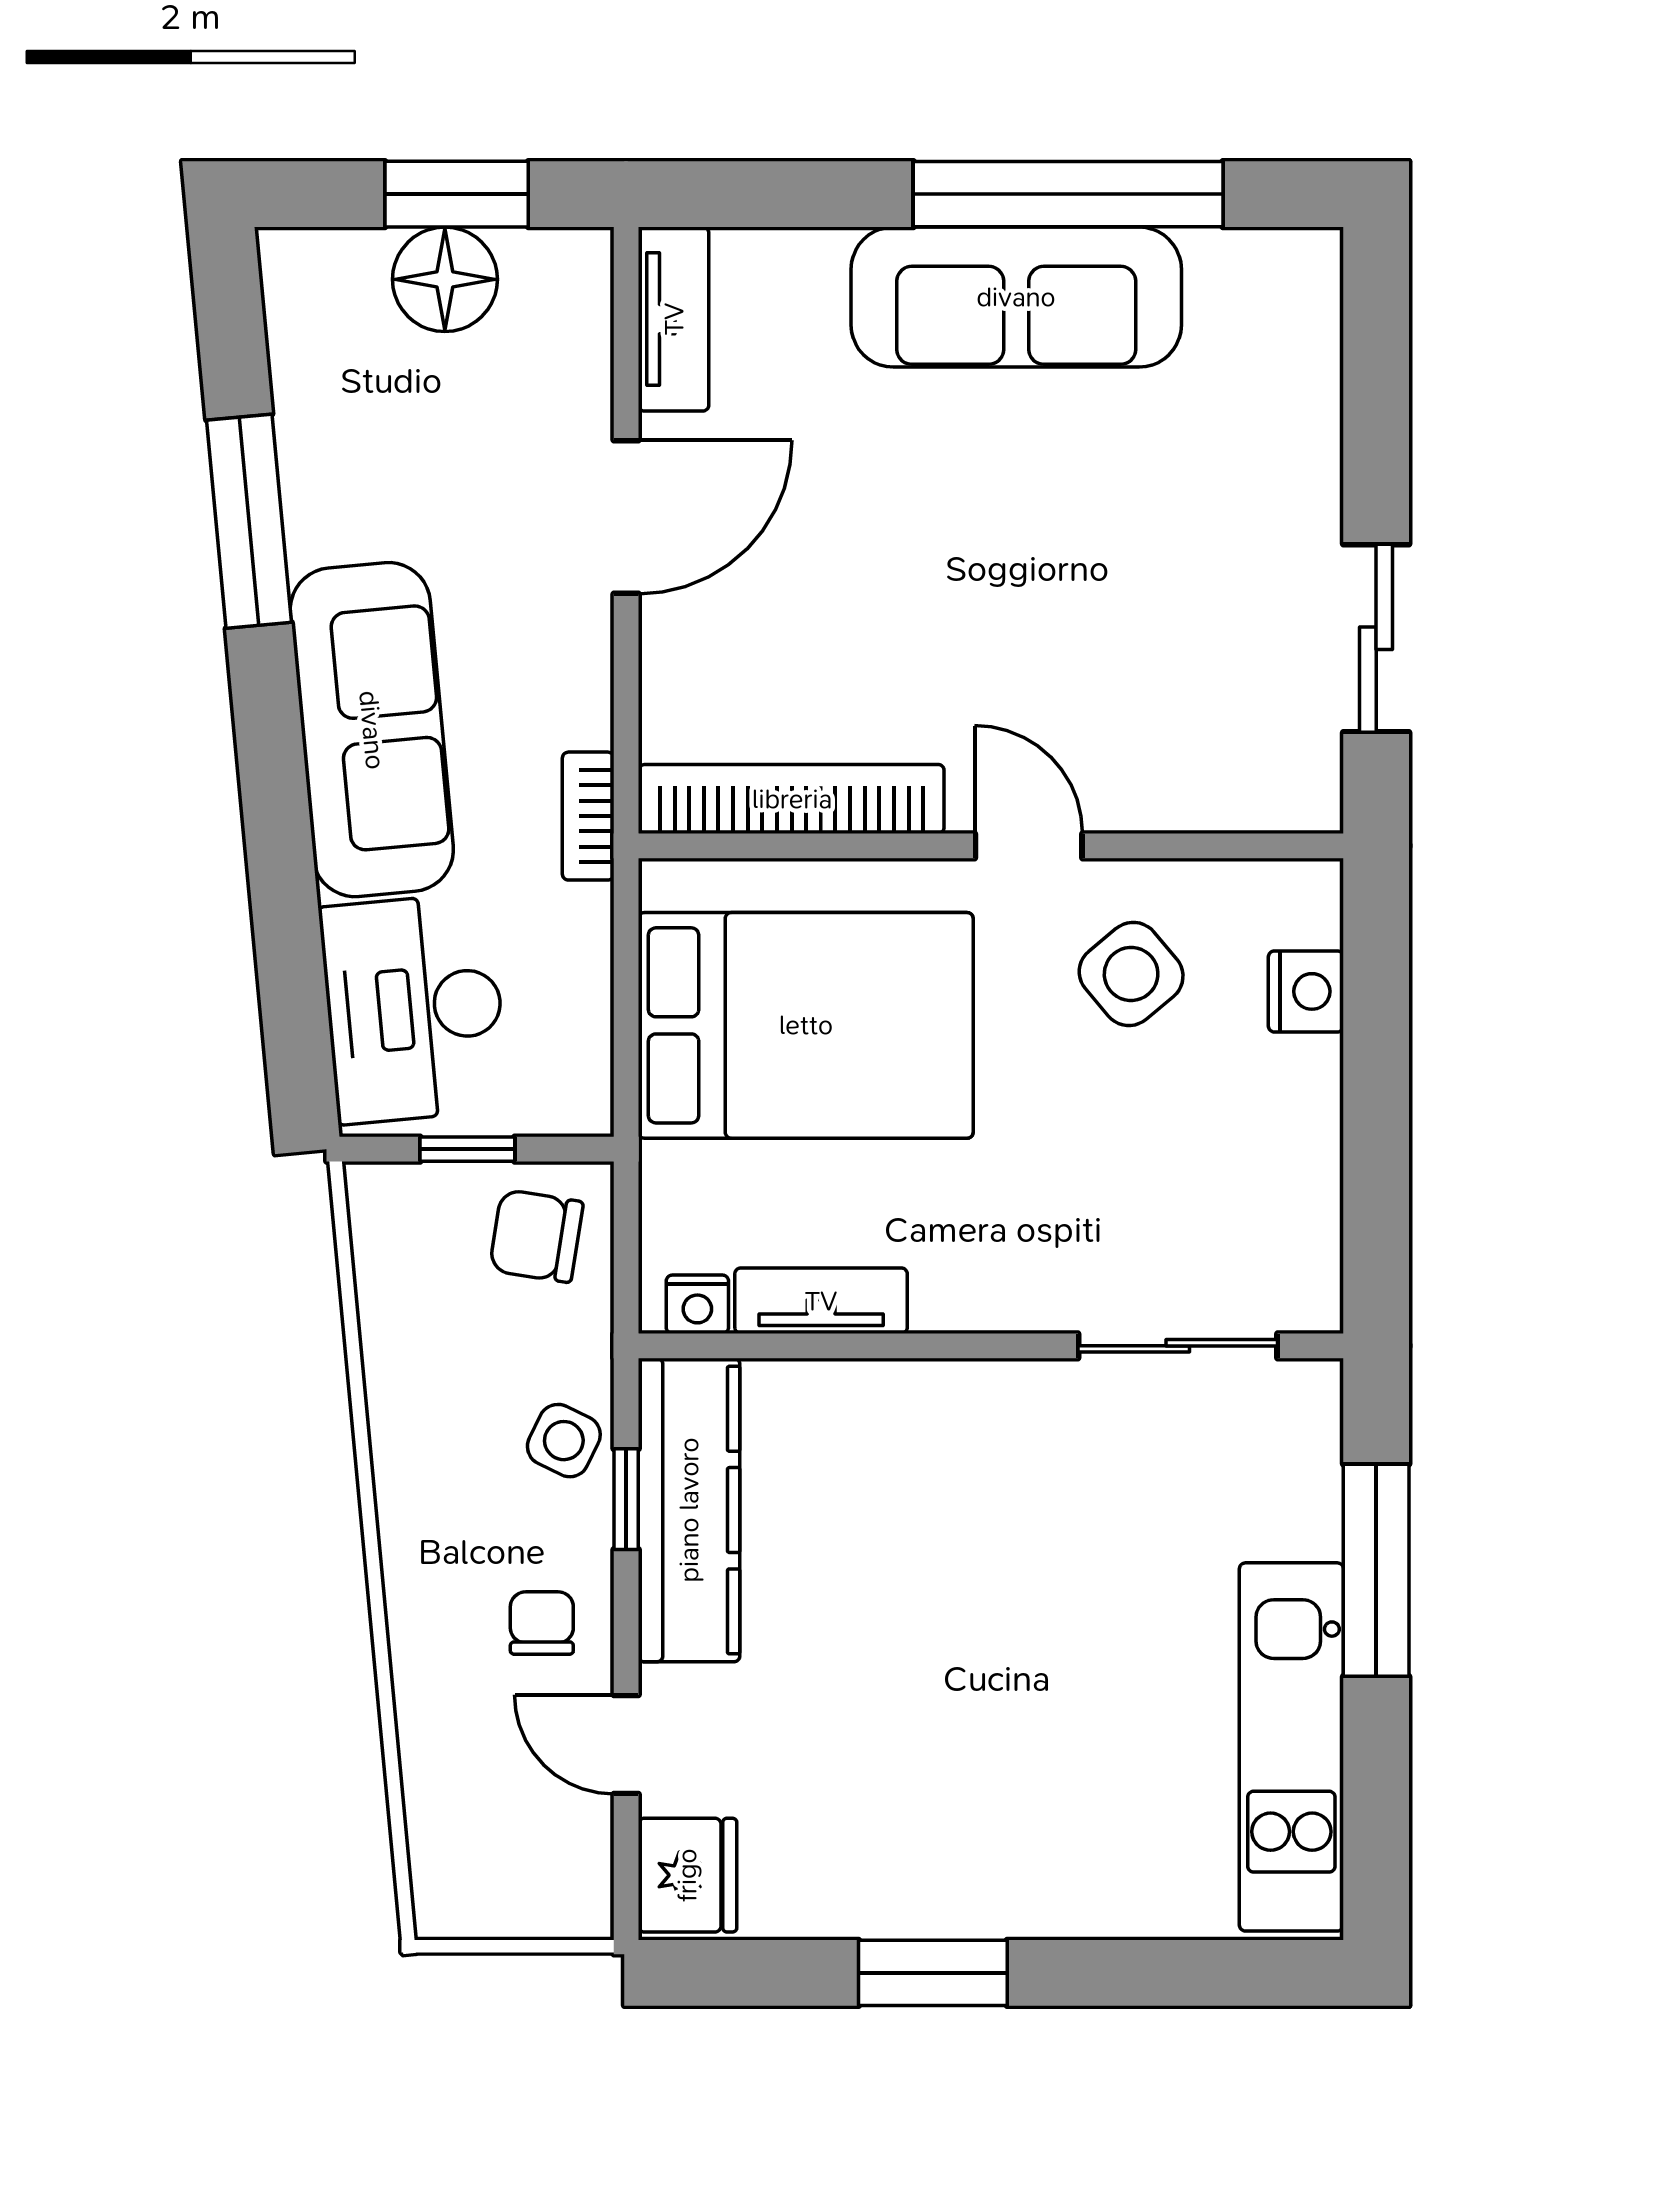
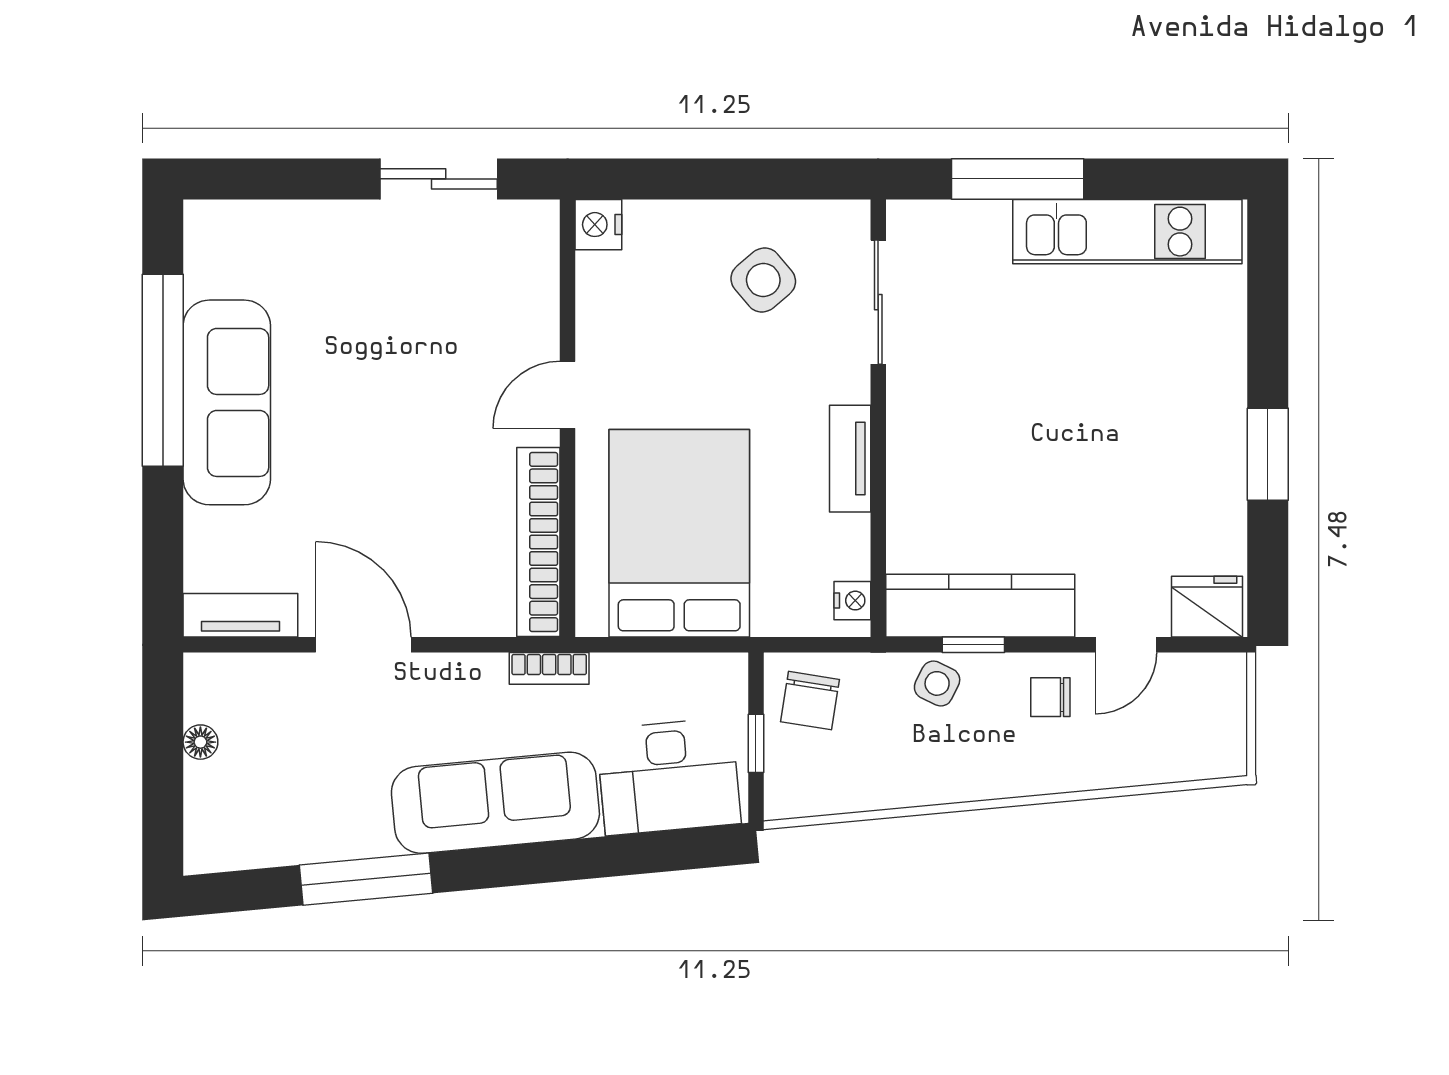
window: (457, 194) -> (163, 750), removed
floor lamp: (445, 279) -> (200, 742), width x0.53, depth x0.53
side table: (1131, 974) -> (763, 280), moved
nightstand: (1306, 991) -> (598, 225), moved, turned -90
tv unit: (821, 1301) -> (850, 459), moved

